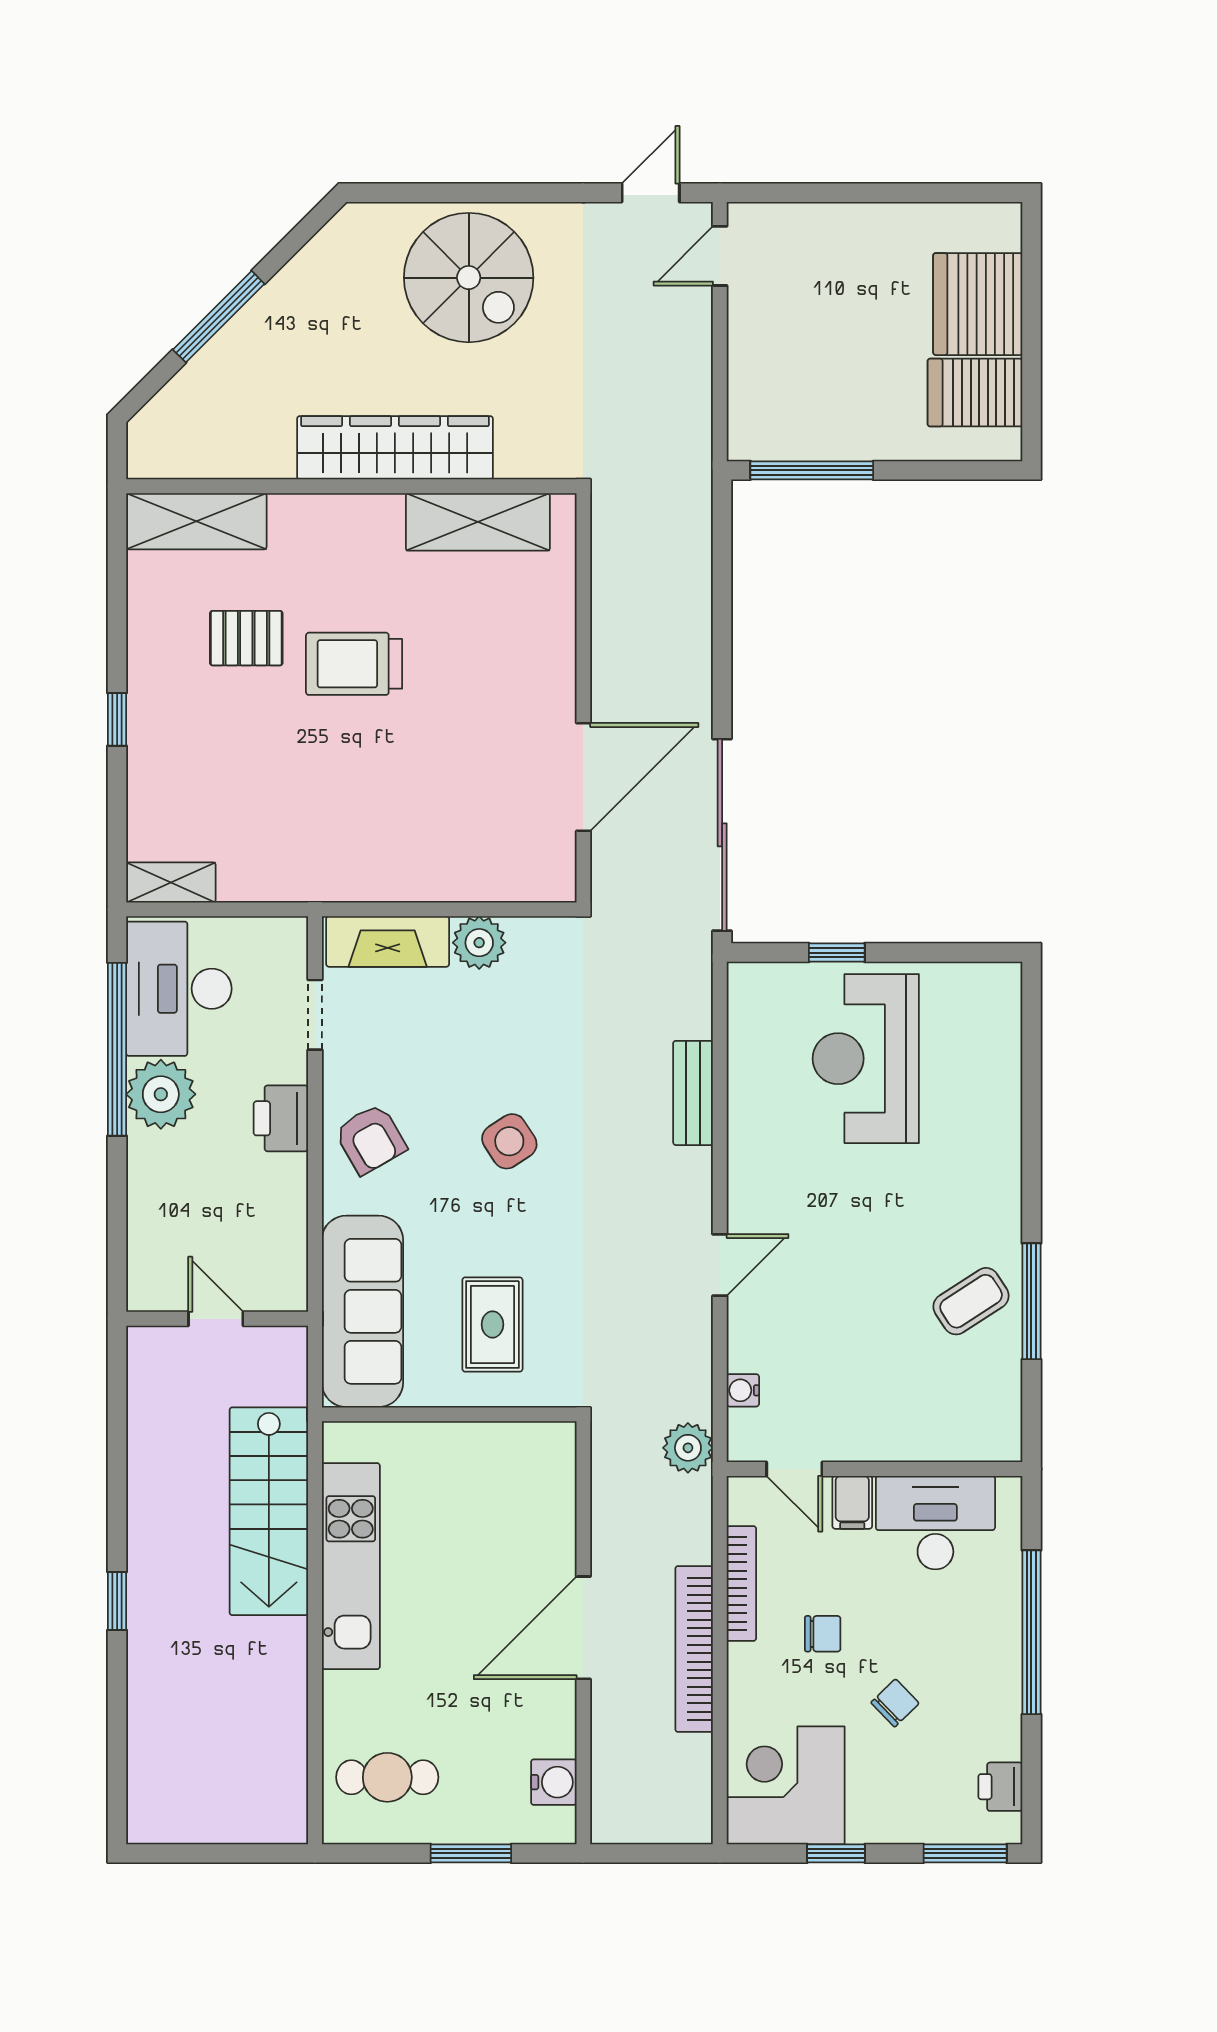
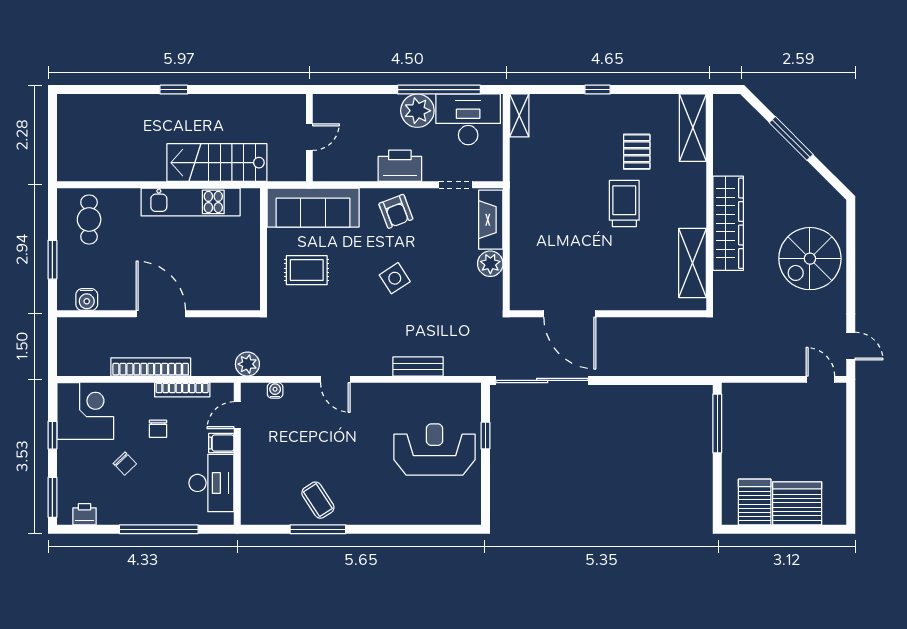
printer: (281, 1118) -> (400, 166), width x1.37, depth x1.19
armchair: (370, 1139) -> (396, 211), turned -81

